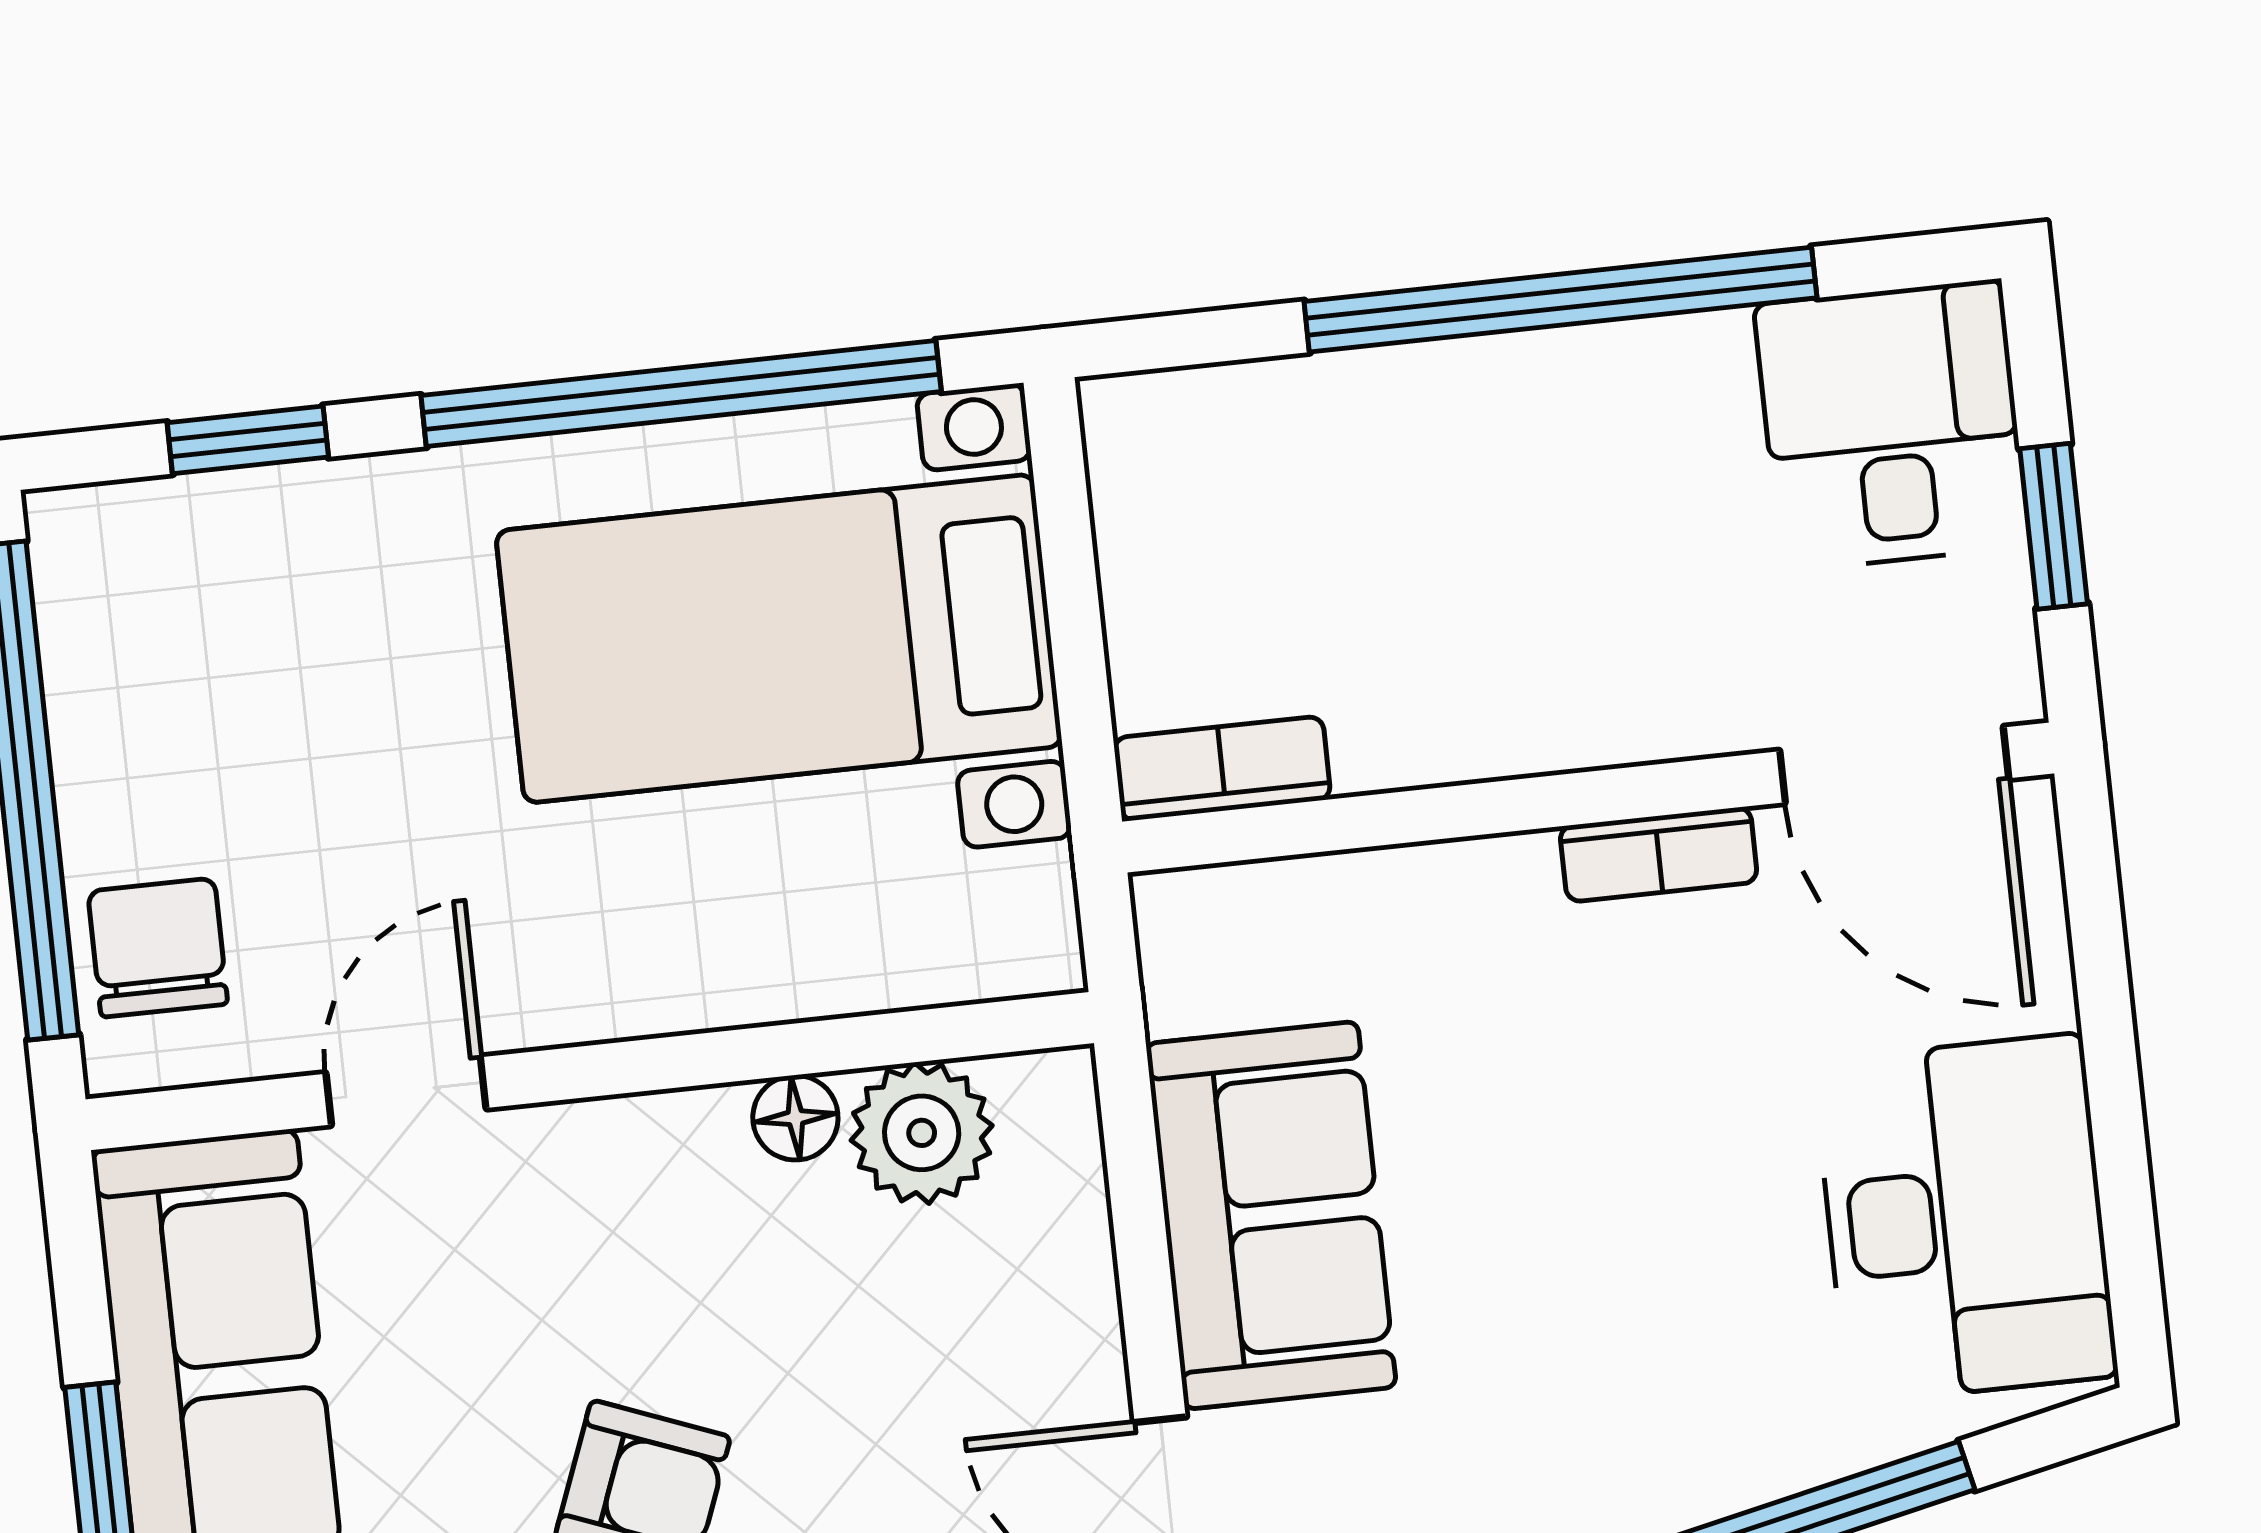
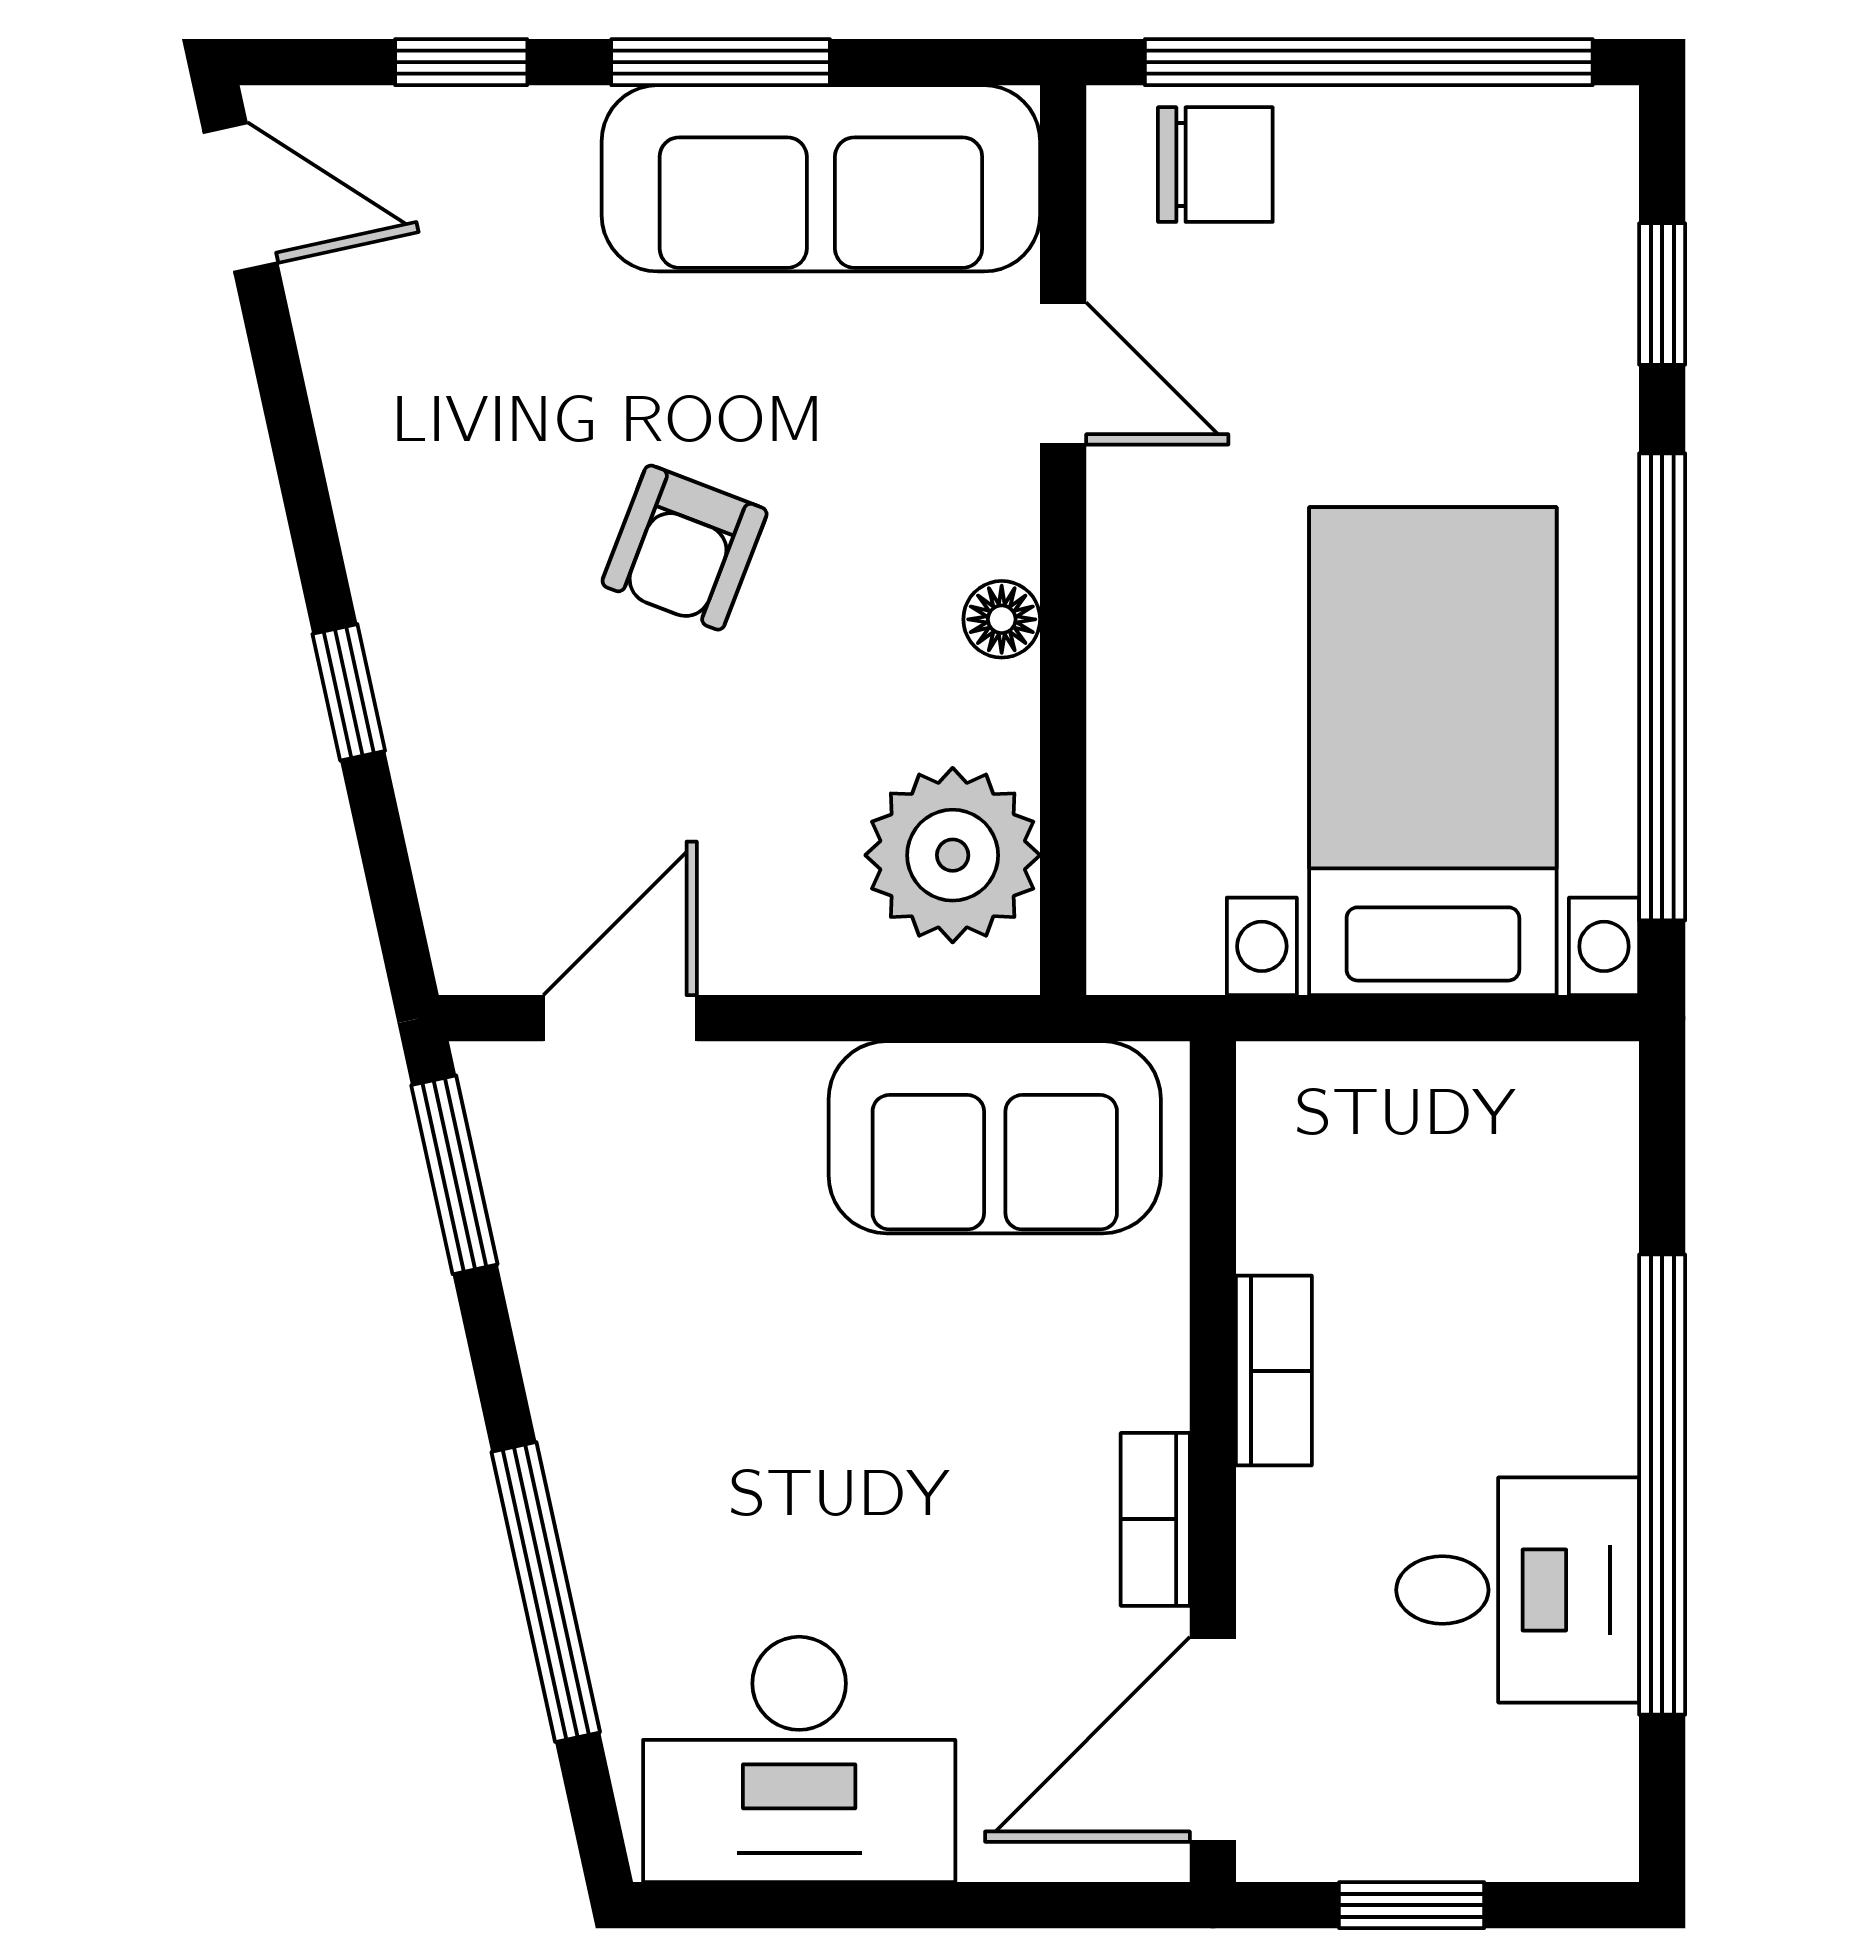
desk: (1892, 425) -> (1518, 1590), moved
bookcase: (1222, 769) -> (1274, 1371), moved
floor lamp: (795, 1118) -> (1002, 619), moved
plant: (922, 1133) -> (953, 855), width x1.36, depth x1.36
sofa: (1271, 1215) -> (995, 1137), moved

